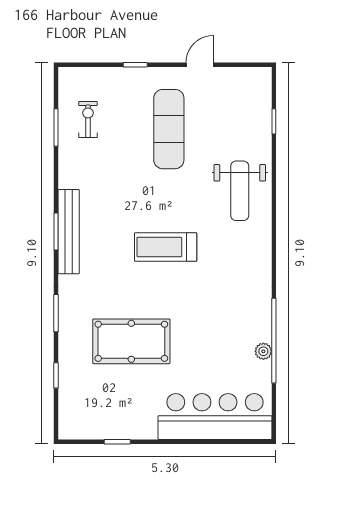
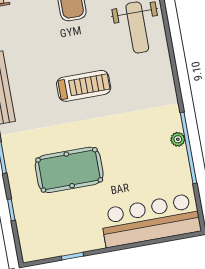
treadmill: (166, 247) -> (84, 86), turned 180
plant: (263, 351) -> (178, 139), moved

